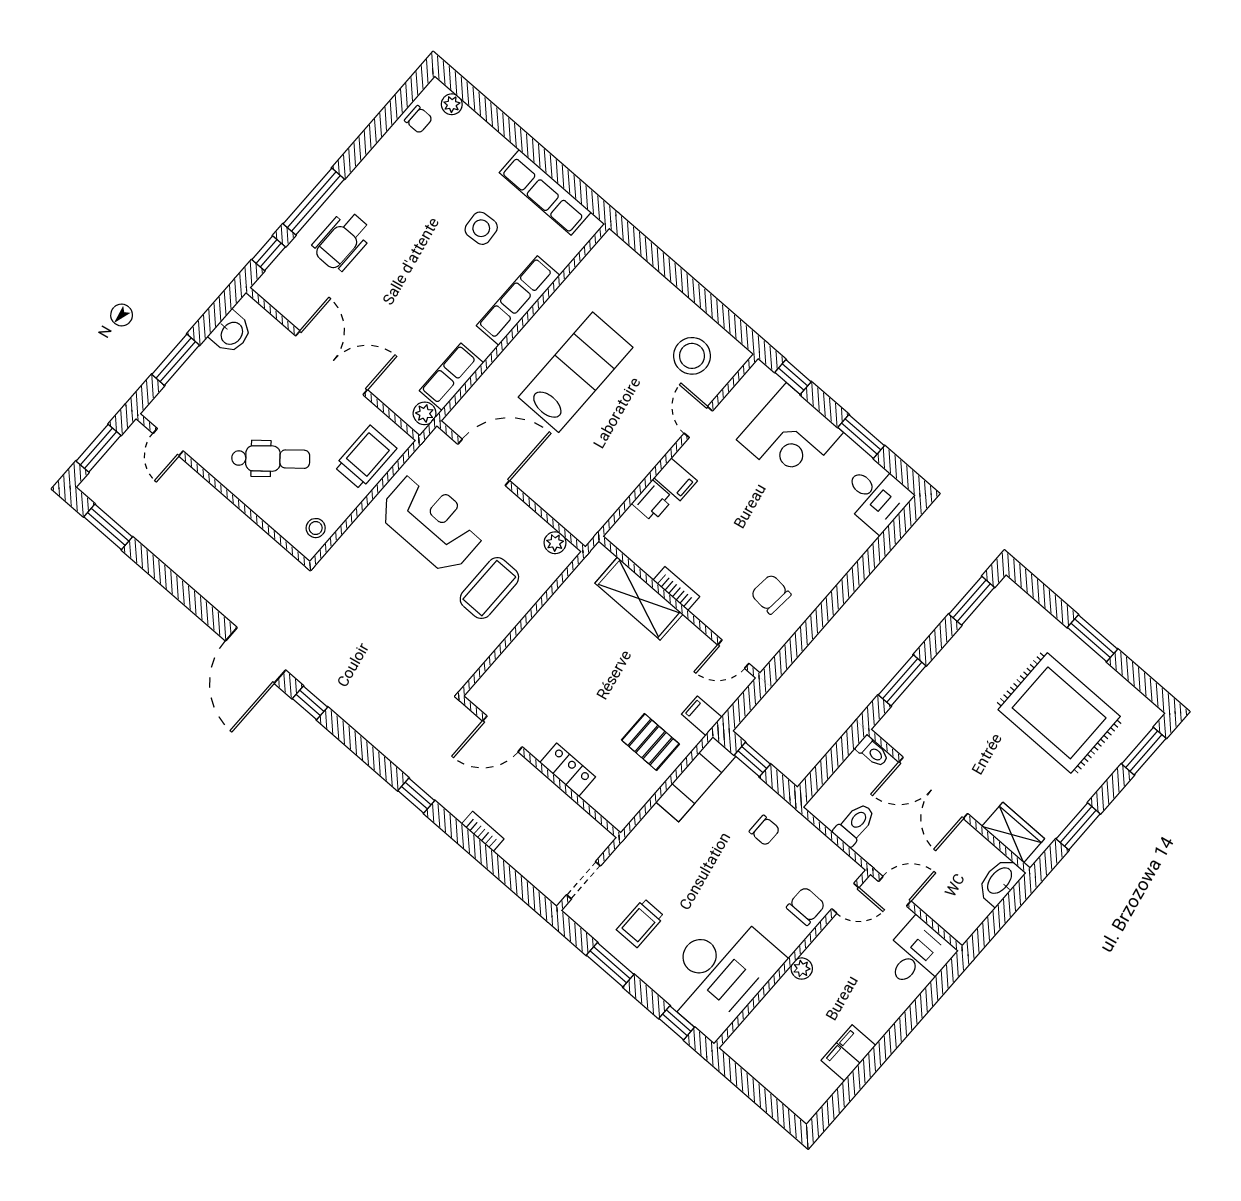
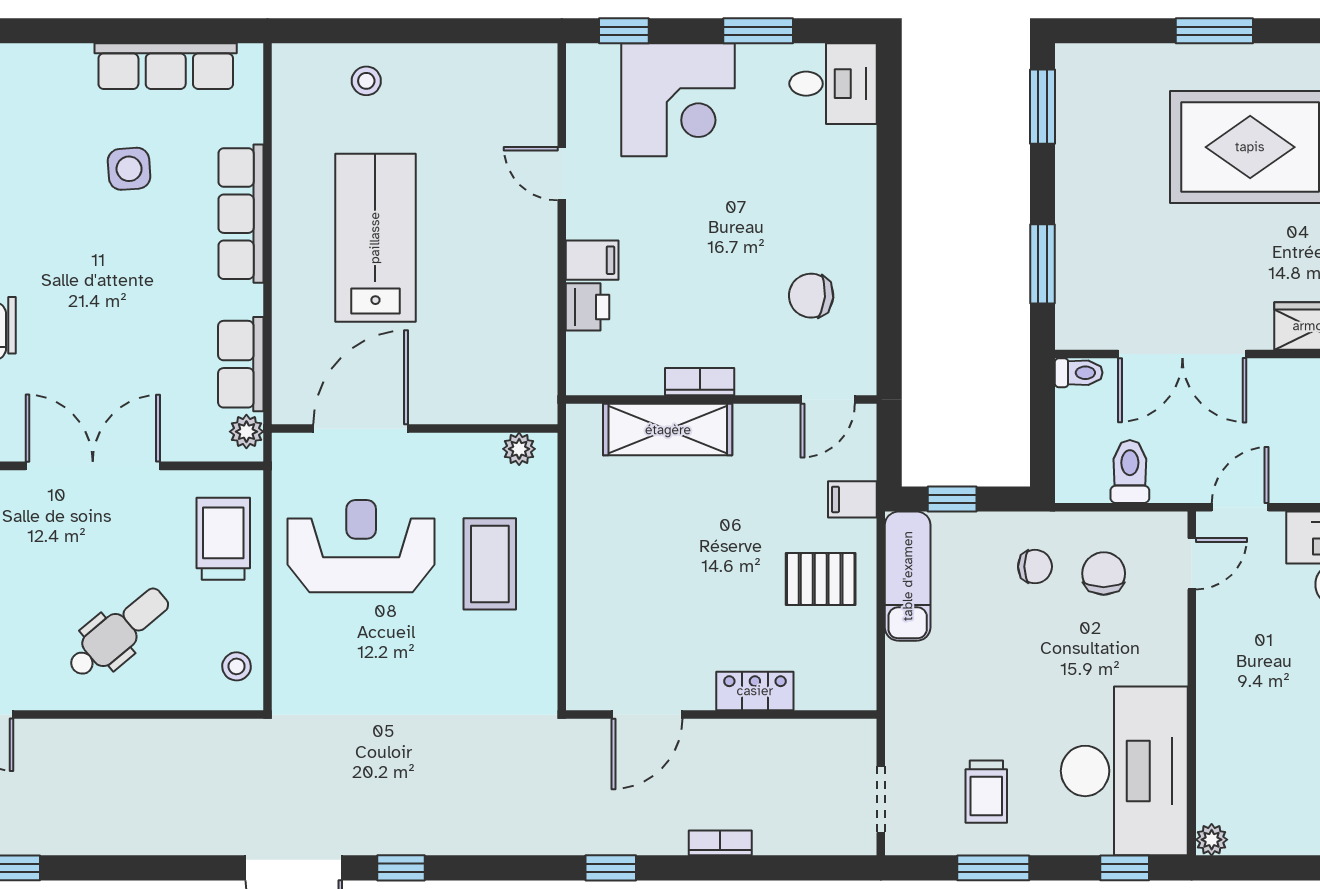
stool: (692, 356) -> (366, 81), moved, width x0.53, depth x0.53
chair: (806, 906) -> (1104, 573), moved
plant: (802, 969) -> (1212, 840), moved

